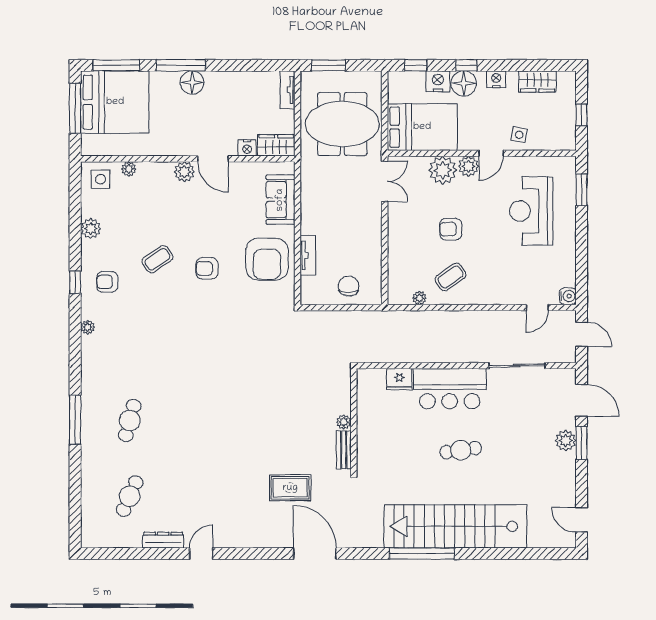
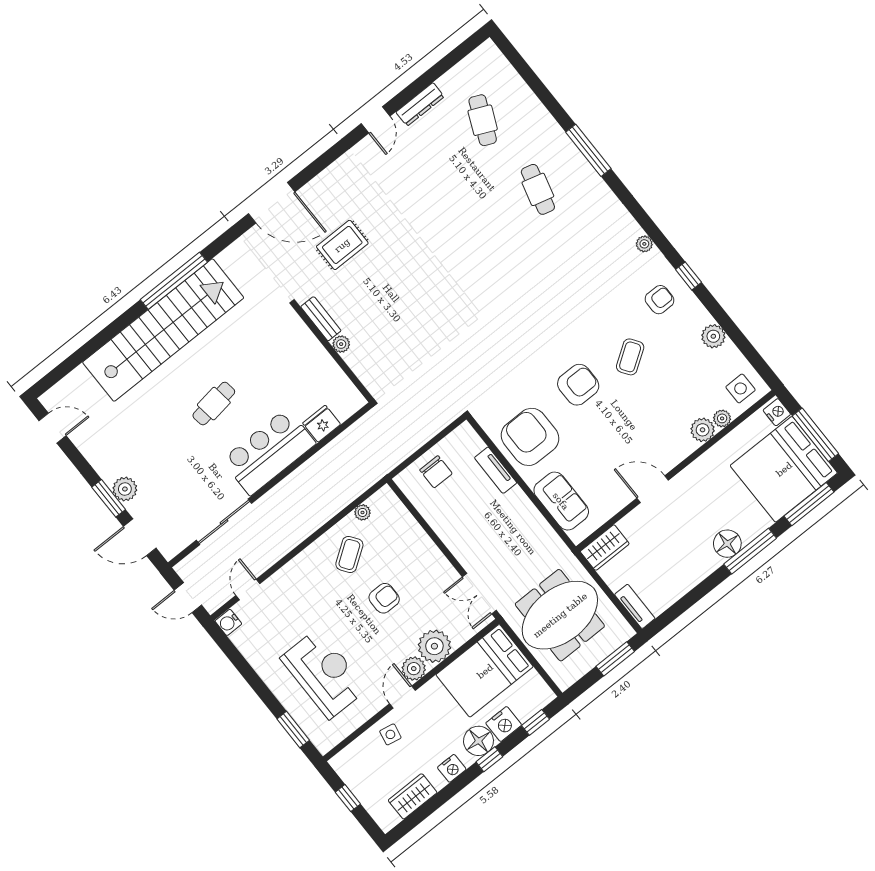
nightstand: (247, 148) -> (777, 412), moved, turned 90
plant: (184, 172) -> (703, 430), moved
armchair: (207, 268) -> (578, 385), width x1.38, depth x1.38

